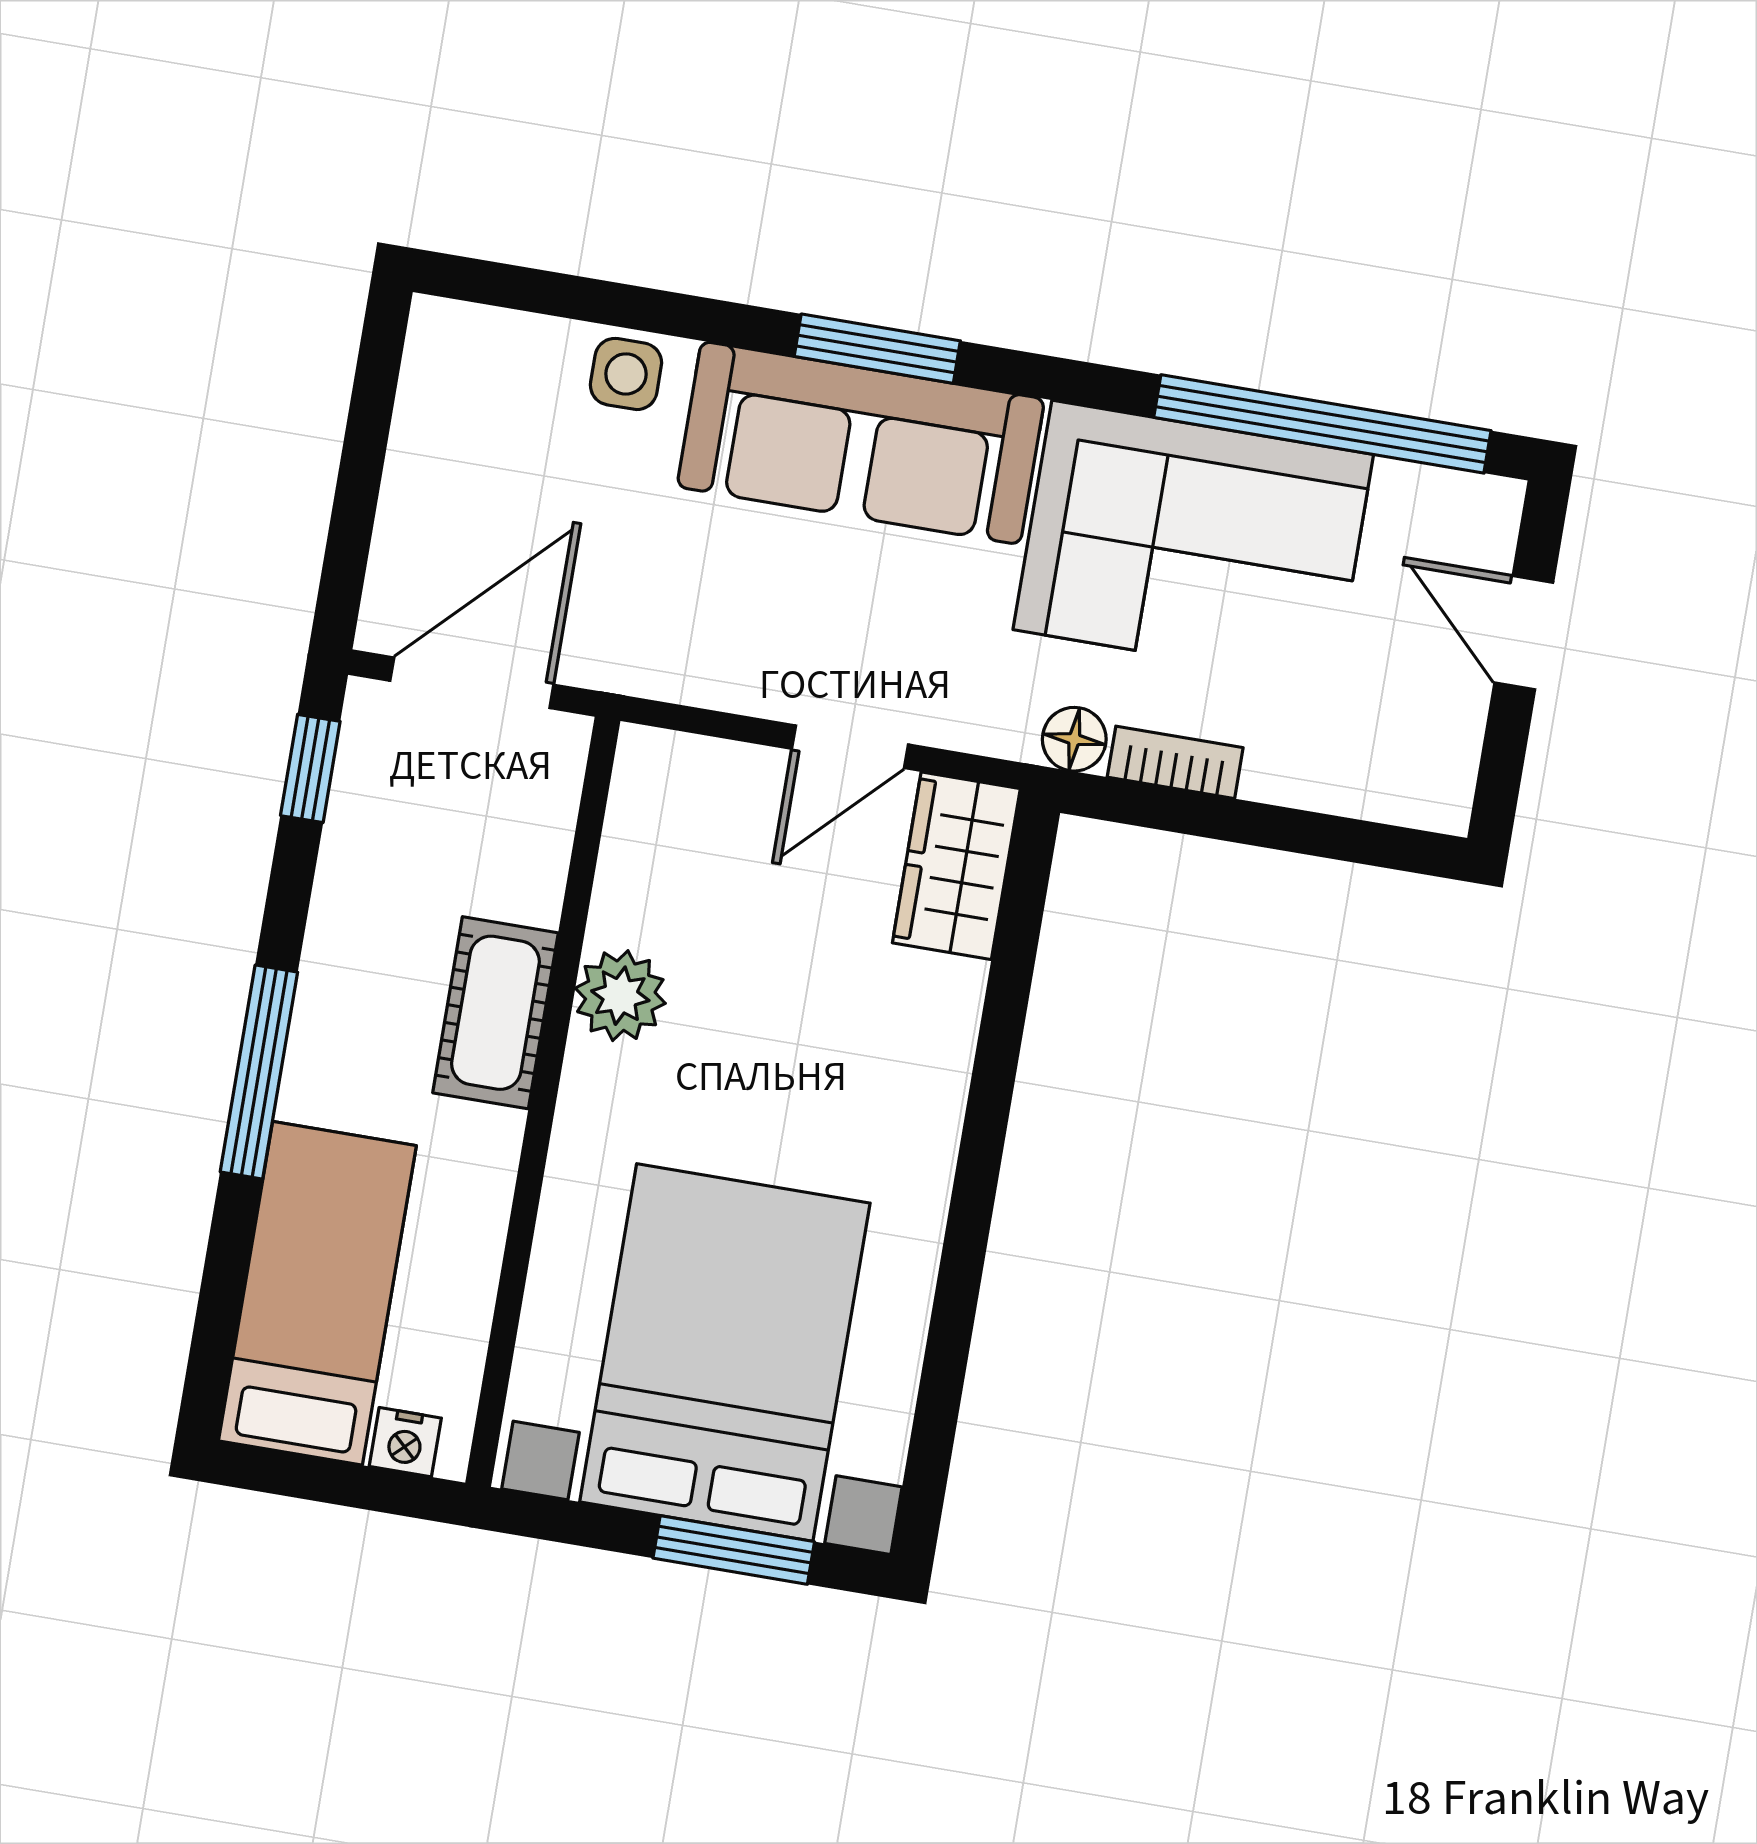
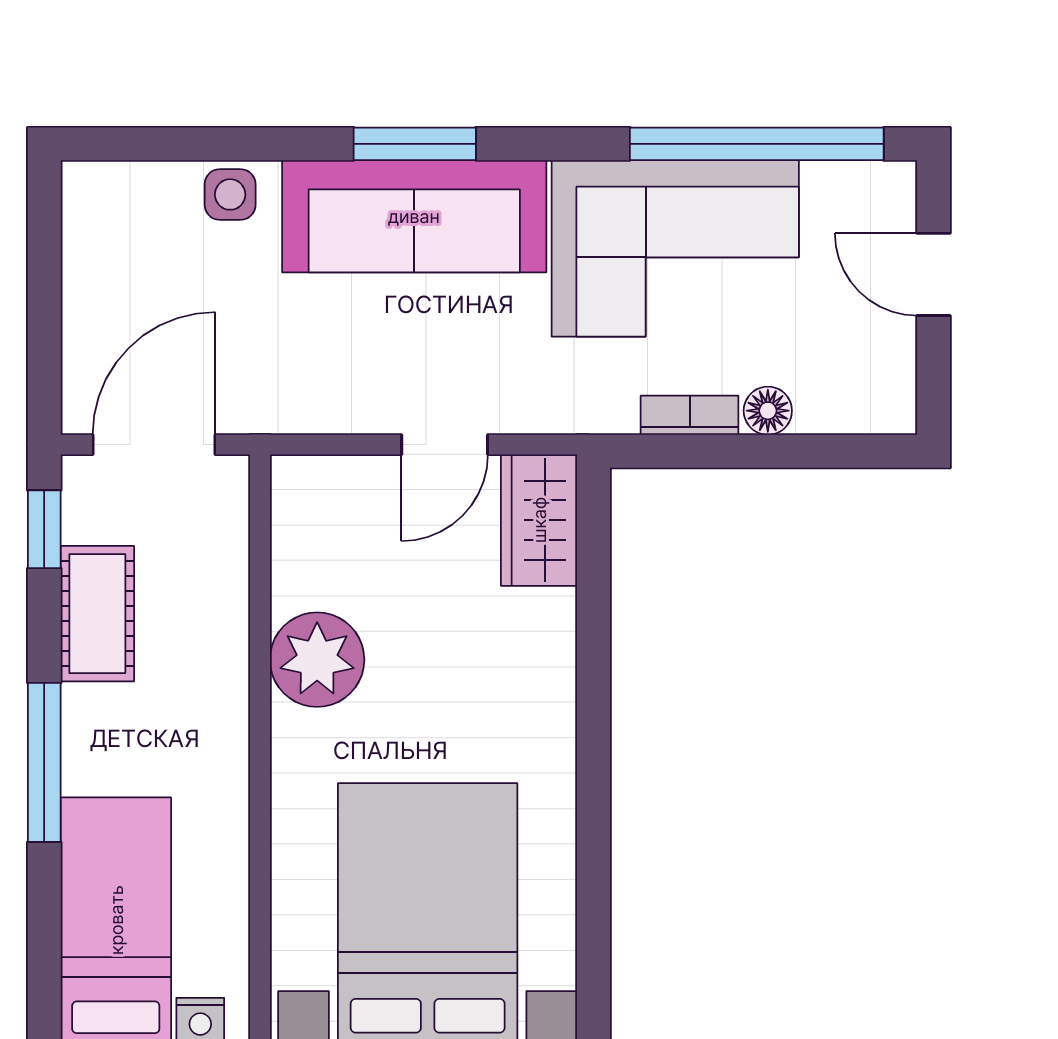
floor lamp: (1074, 739) -> (768, 411), moved
plant: (620, 996) -> (317, 660), width x1.36, depth x1.36
cot: (495, 1013) -> (97, 614), moved

